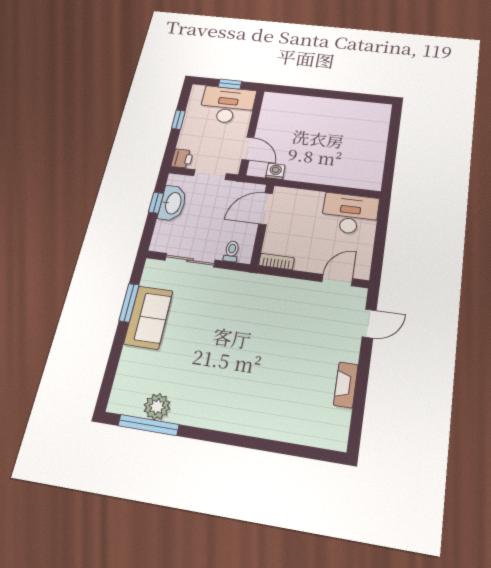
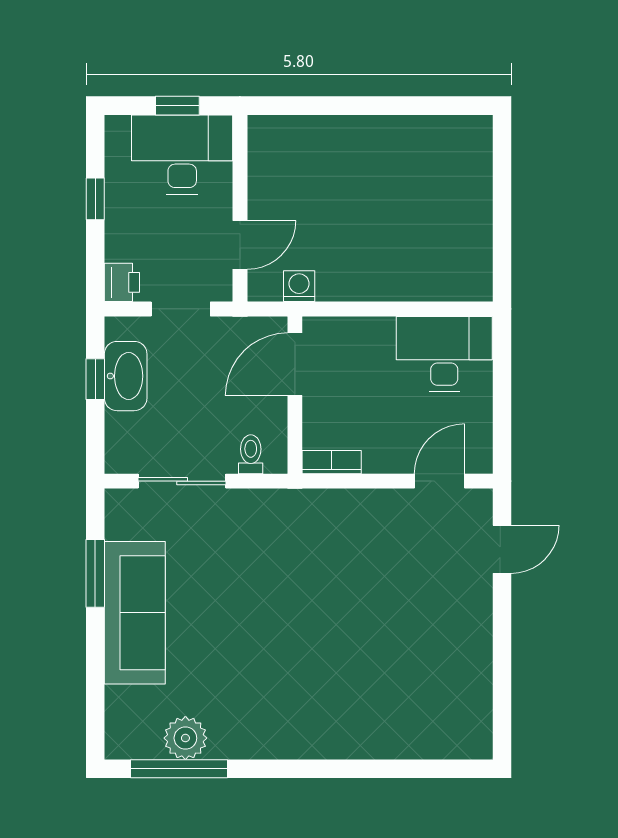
door: (248, 148) -> (240, 245), hinge flipped
sofa: (148, 317) -> (135, 613), width x1.36
fireplace: (346, 385) -> (478, 656), removed

